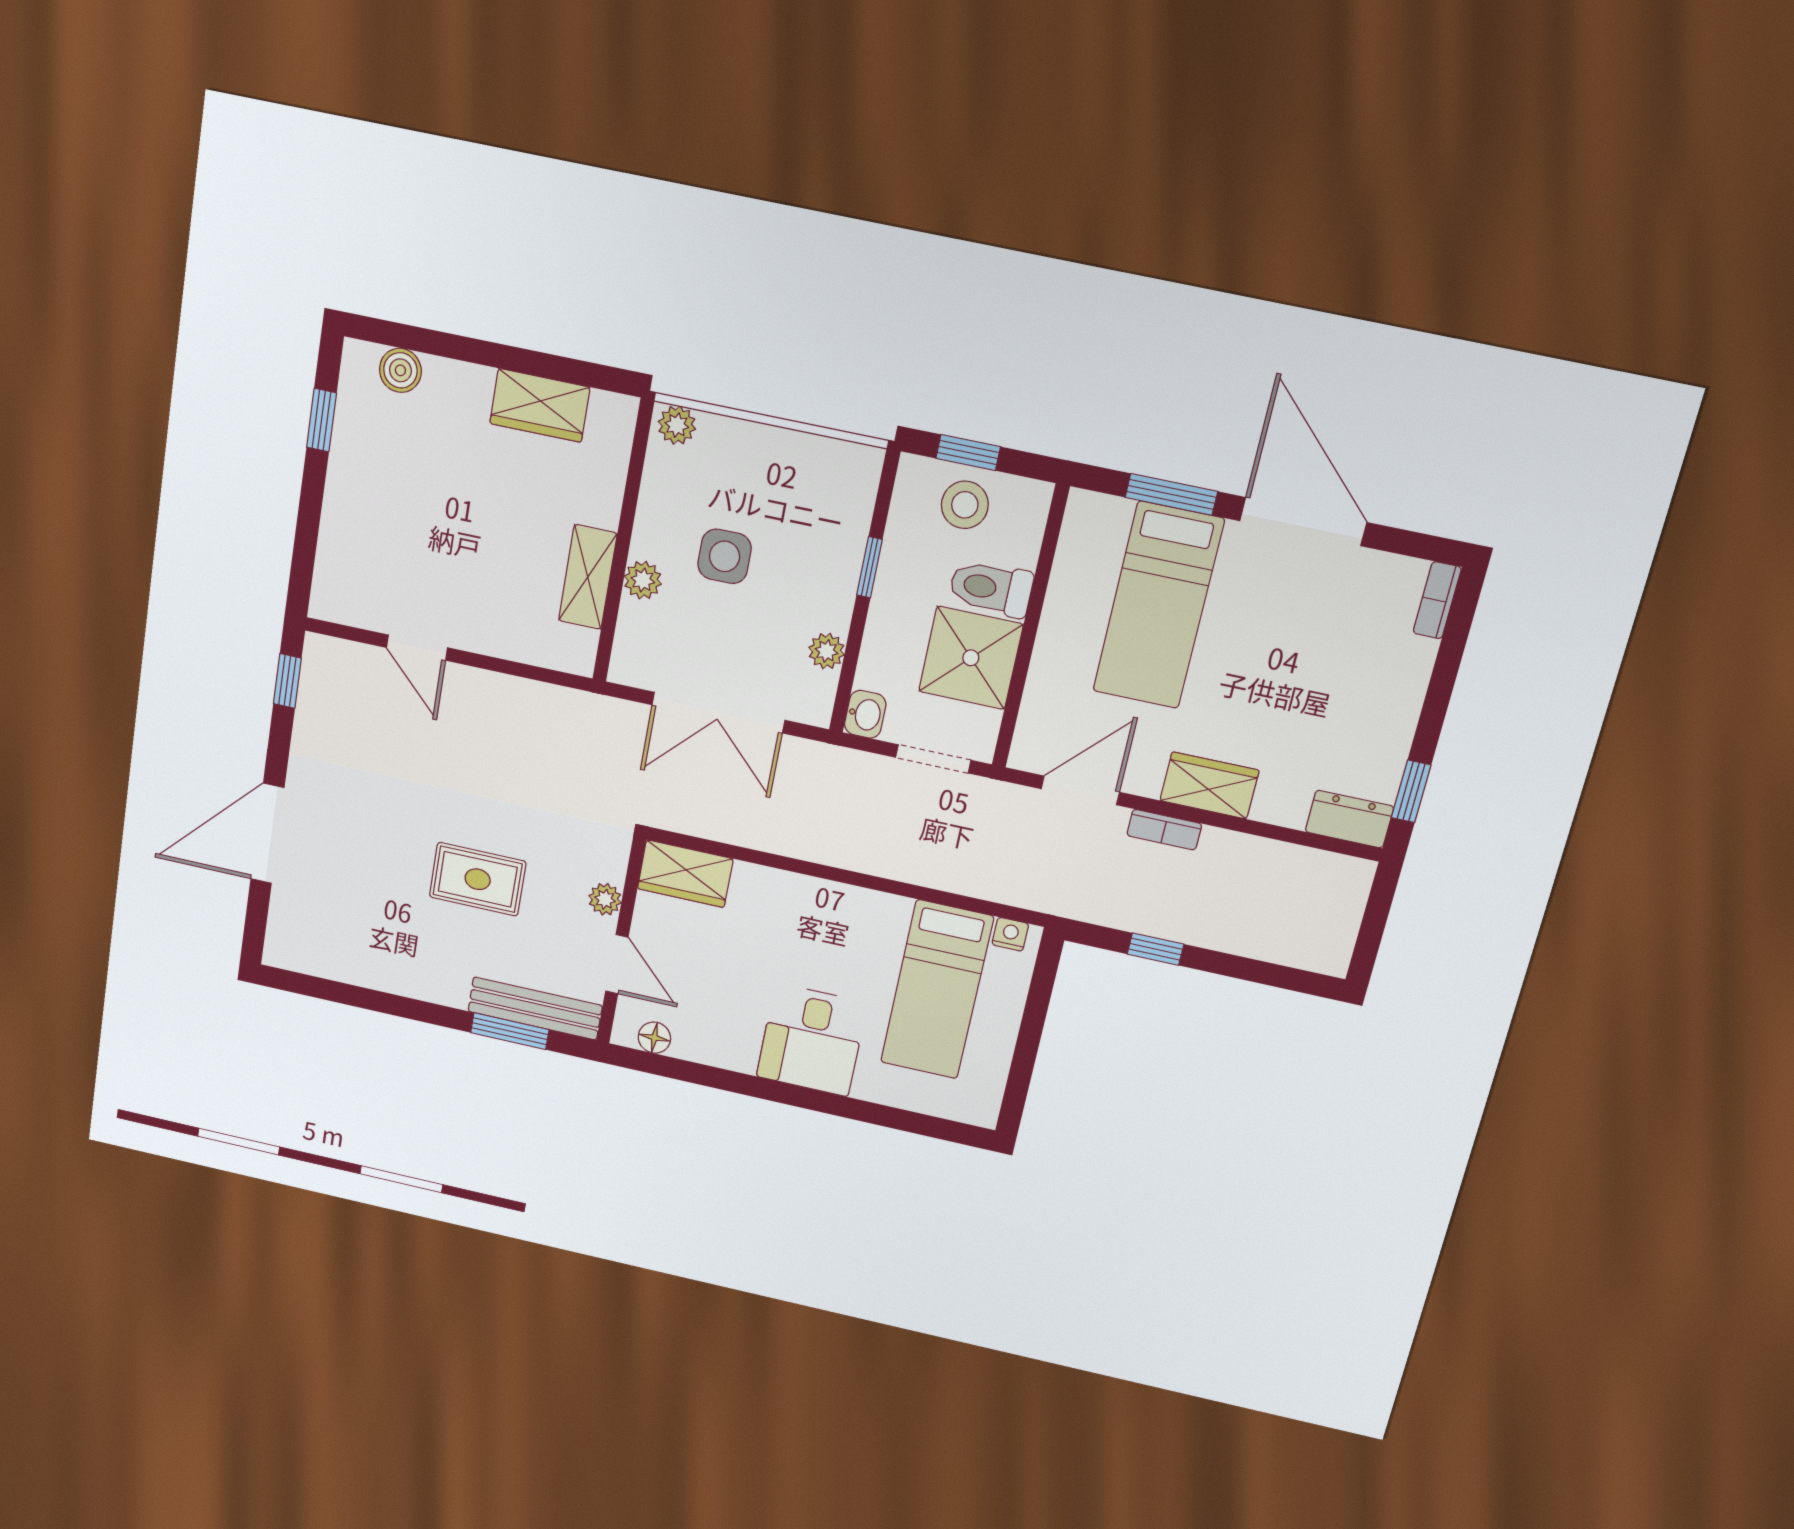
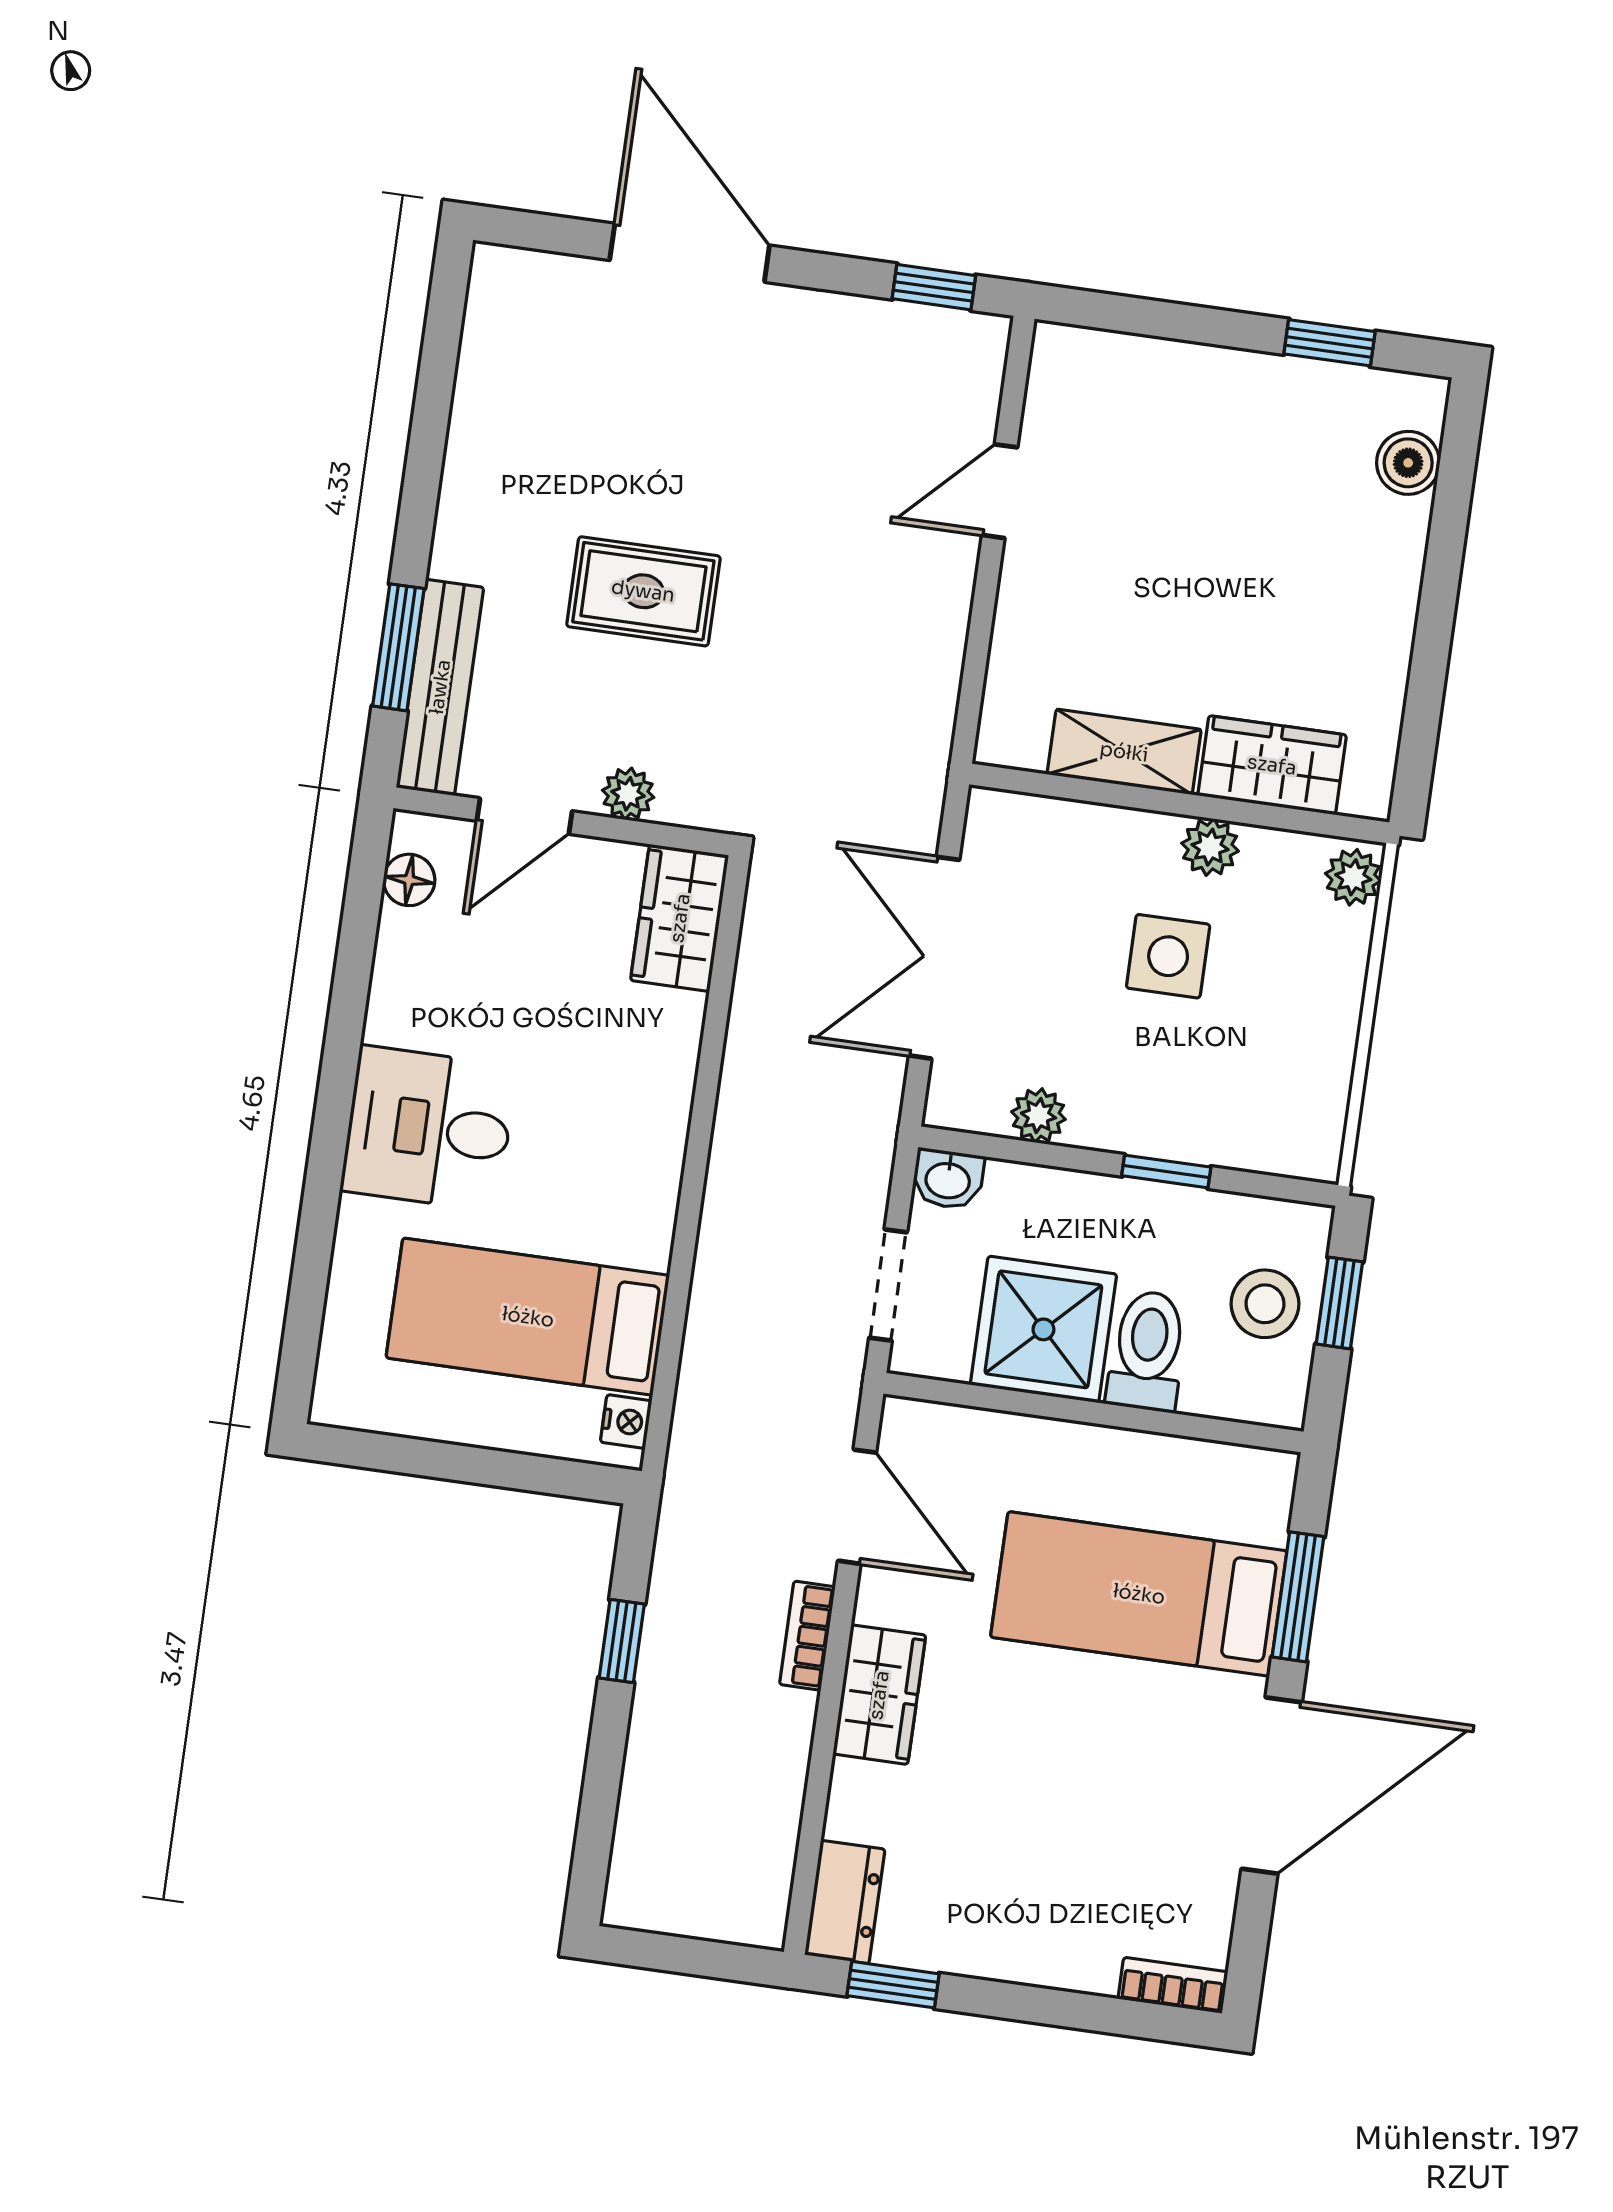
wardrobe: (540, 405) -> (1272, 765), moved, turned 90
plant: (643, 580) -> (1210, 847), moved
rug: (478, 879) -> (643, 591), turned 90

